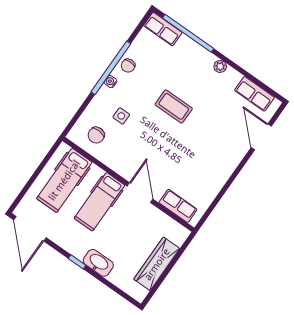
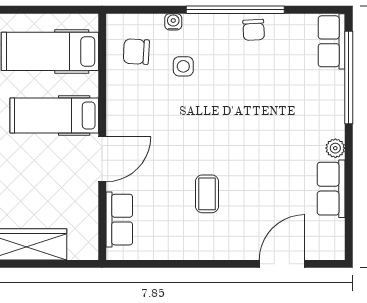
chair: (128, 66) -> (254, 30), turned -93
water cooler: (111, 82) -> (173, 22), moved
row of seats: (254, 94) -> (331, 189), moved
coffee table: (174, 106) -> (207, 194), moved, width x0.73, depth x0.77

